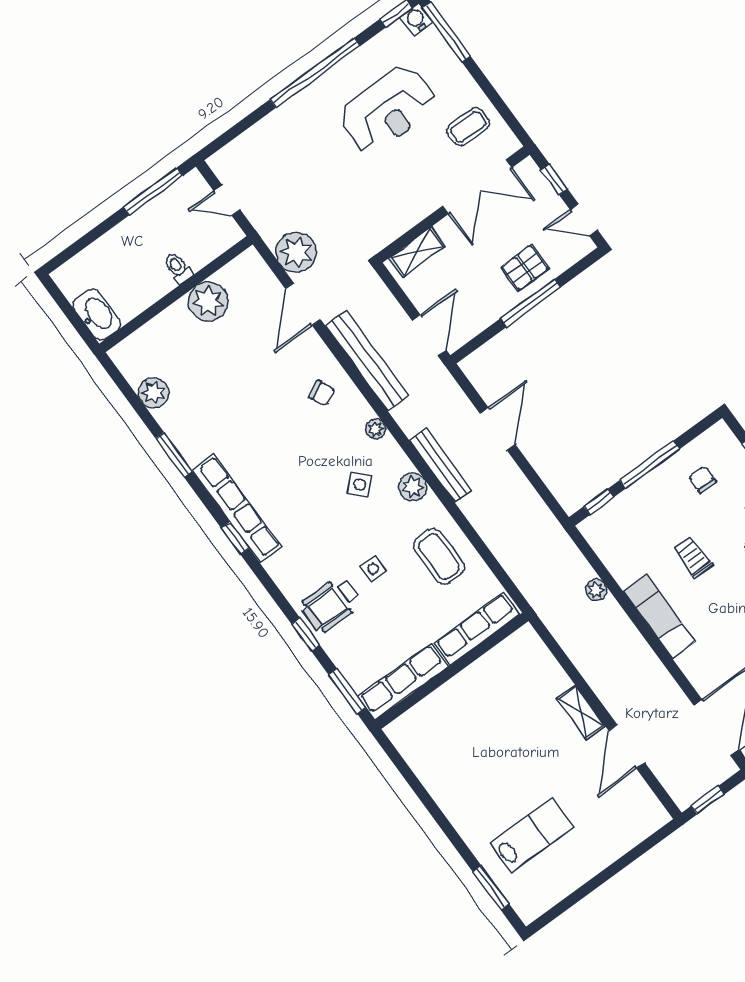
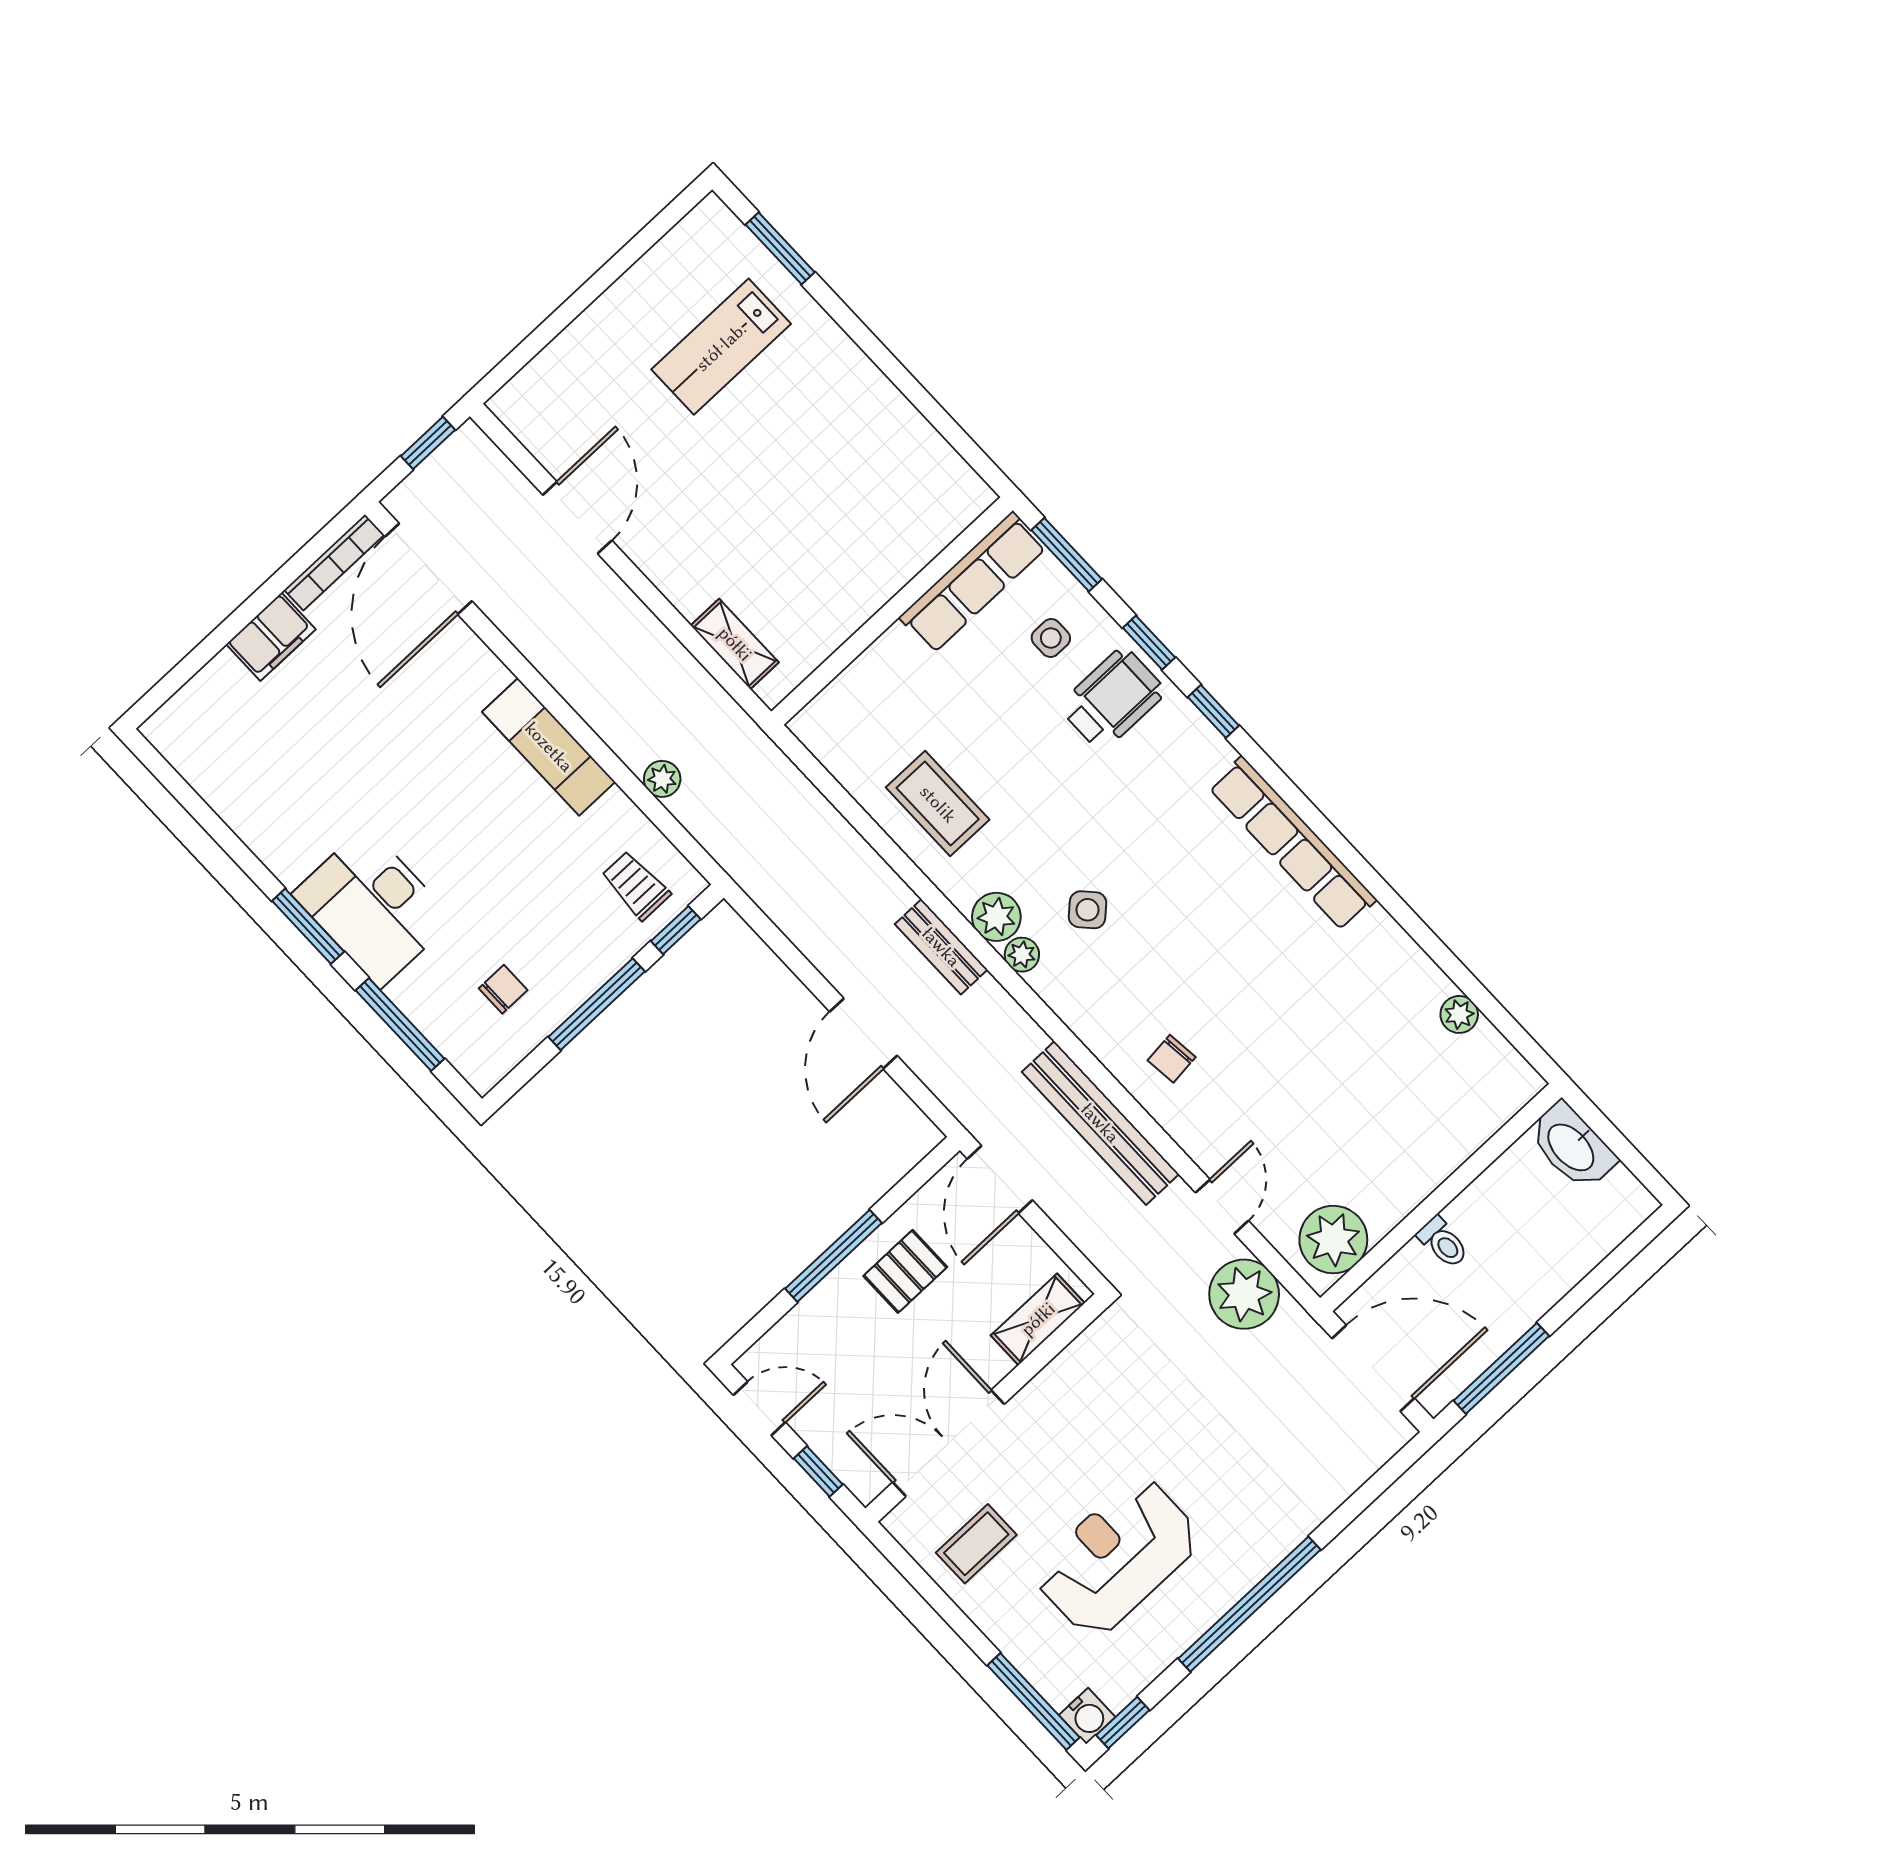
door: (227, 200) -> (1373, 1368), width x1.88
pallet: (525, 268) -> (905, 1271), moved
plant: (208, 301) -> (1333, 1240), moved
door: (303, 304) -> (1222, 1207), width x0.73
plant: (154, 393) -> (1459, 1014), width x0.73, depth x0.73
chair: (322, 393) -> (1172, 1059), turned -70
plant: (376, 429) -> (1022, 955), moved
window: (174, 455) -> (1411, 922), removed
bench: (441, 465) -> (941, 947), width x0.73
chair: (702, 480) -> (503, 989), turned -90
window: (235, 538) -> (1213, 711), moved
trolley: (693, 557) -> (636, 885), moved, turned 180
side table: (373, 569) -> (1051, 638), moved
row of seats: (477, 629) -> (858, 688), removed
shelving: (581, 712) -> (735, 644), moved

